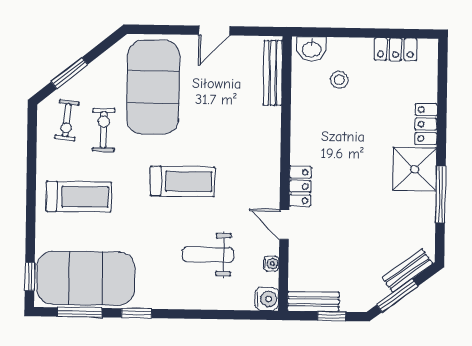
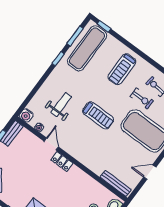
door: (214, 31) -> (150, 172), hinge flipped
treadmill: (182, 181) -> (98, 115), turned -90
door: (284, 224) -> (51, 144), hinge flipped
exercise mat: (86, 278) -> (87, 48), width x0.68

